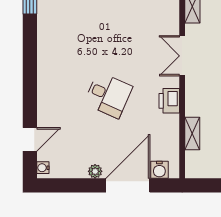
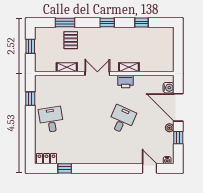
double door: (182, 56) -> (97, 73), swing flipped
shelving: (192, 134) -> (129, 67), moved
window: (79, 185) -> (178, 138), added

